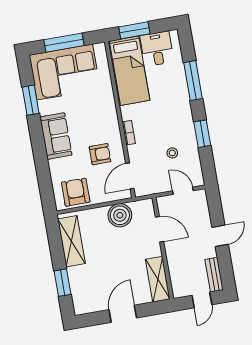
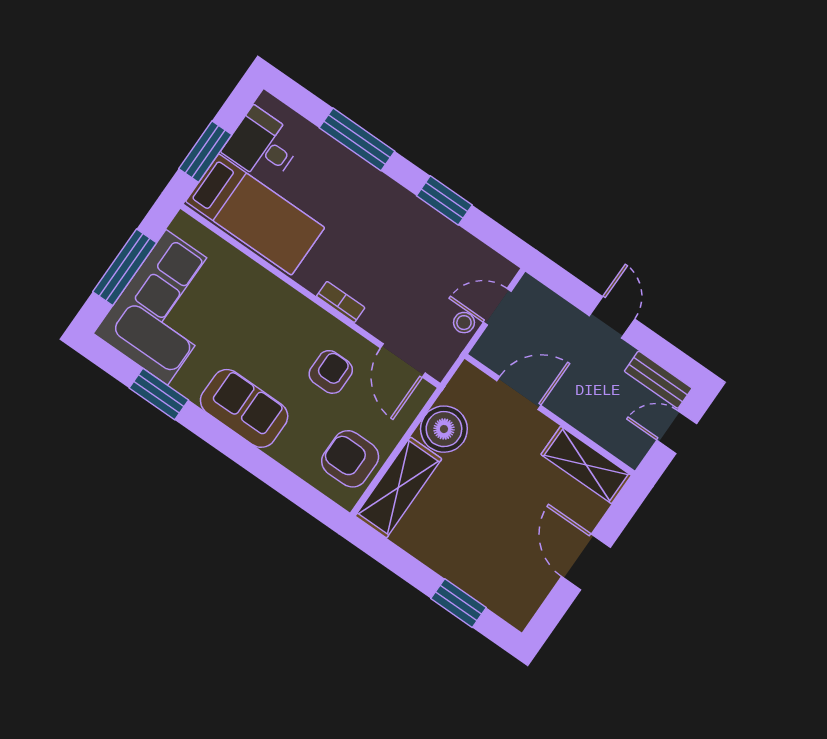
stool: (172, 153) -> (464, 323), moved
shelving: (71, 241) -> (398, 487), moved, turned 90
door: (202, 300) -> (677, 432), swing flipped

